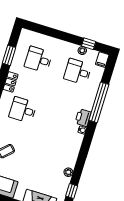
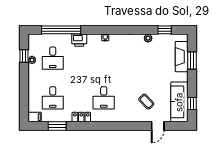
filing cabinet: (102, 60) -> (35, 117), moved
window: (99, 102) -> (61, 30), moved
printer: (83, 118) -> (79, 40), moved

